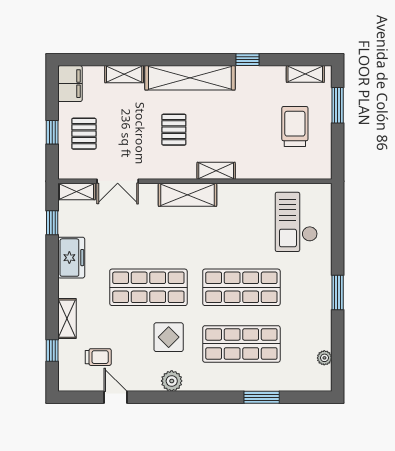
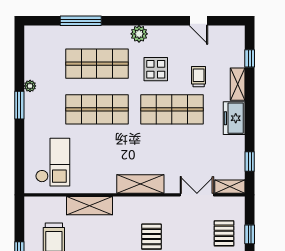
shelving: (216, 171) -> (89, 206), moved, width x1.50, depth x1.33
freezer: (71, 258) -> (234, 118), moved
trolley: (98, 357) -> (199, 77), moved, turned 90
plant: (324, 358) -> (30, 86), moved
plant: (172, 381) -> (139, 34), moved
window: (262, 397) -> (81, 21), width x1.44

